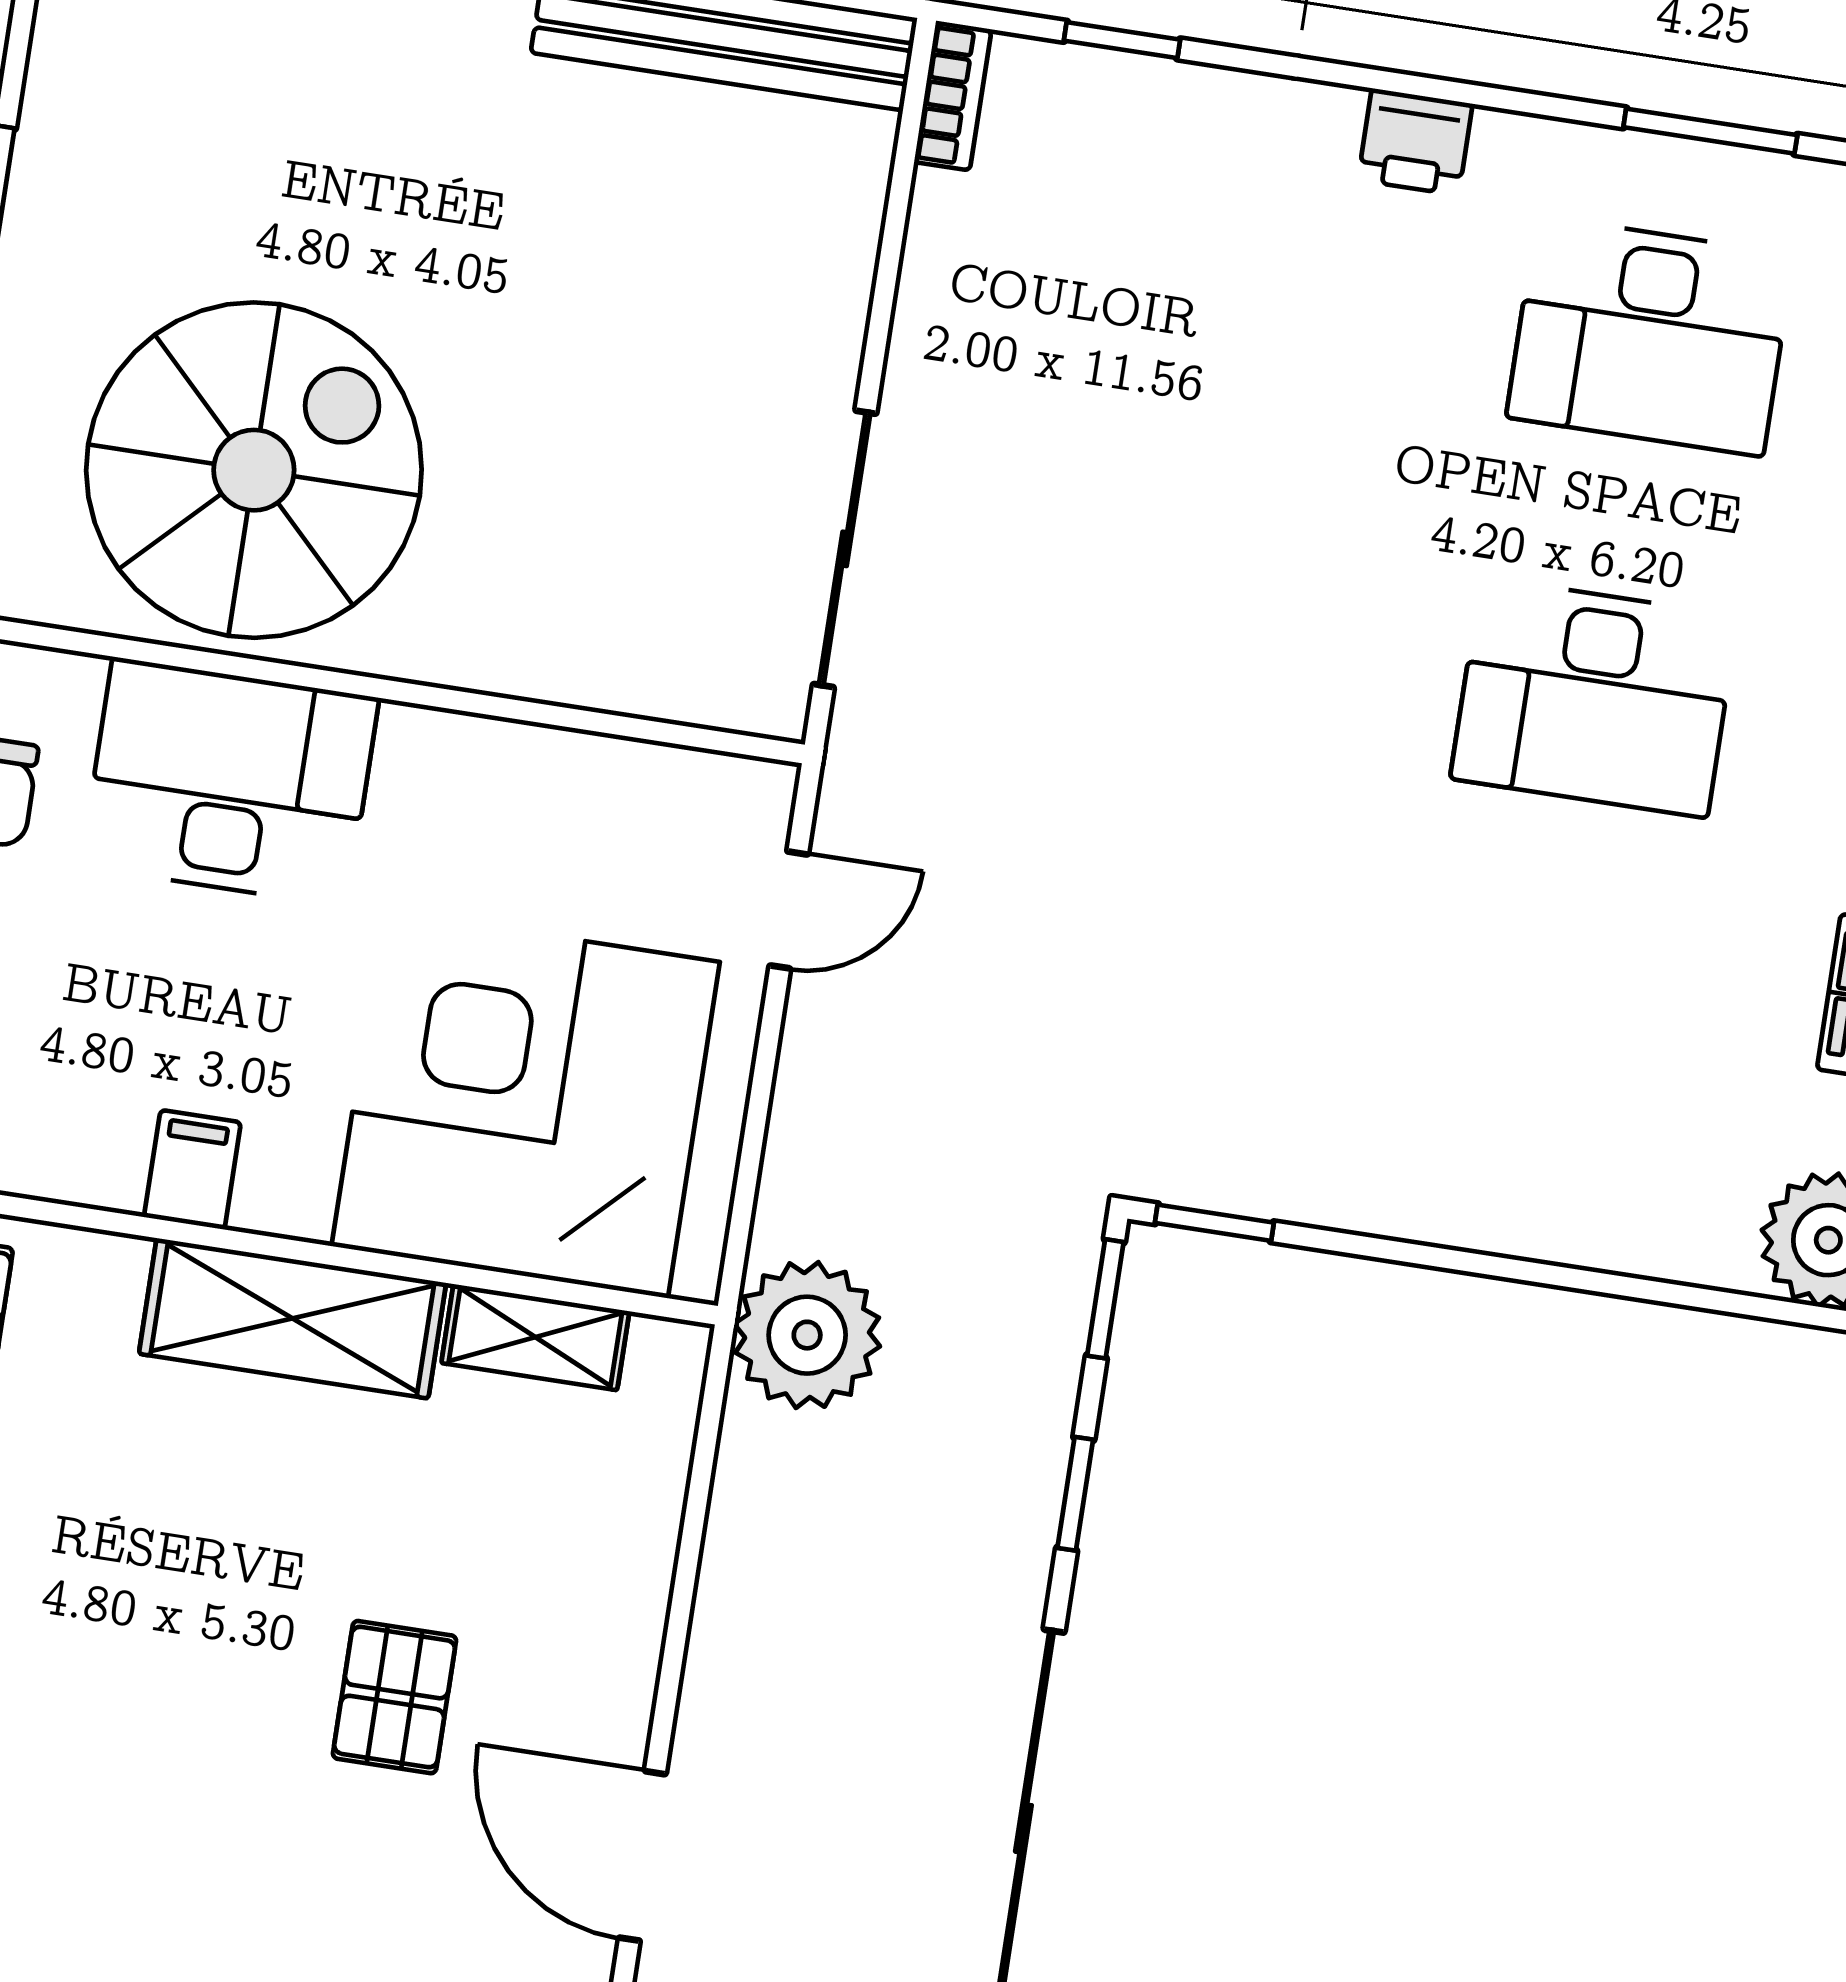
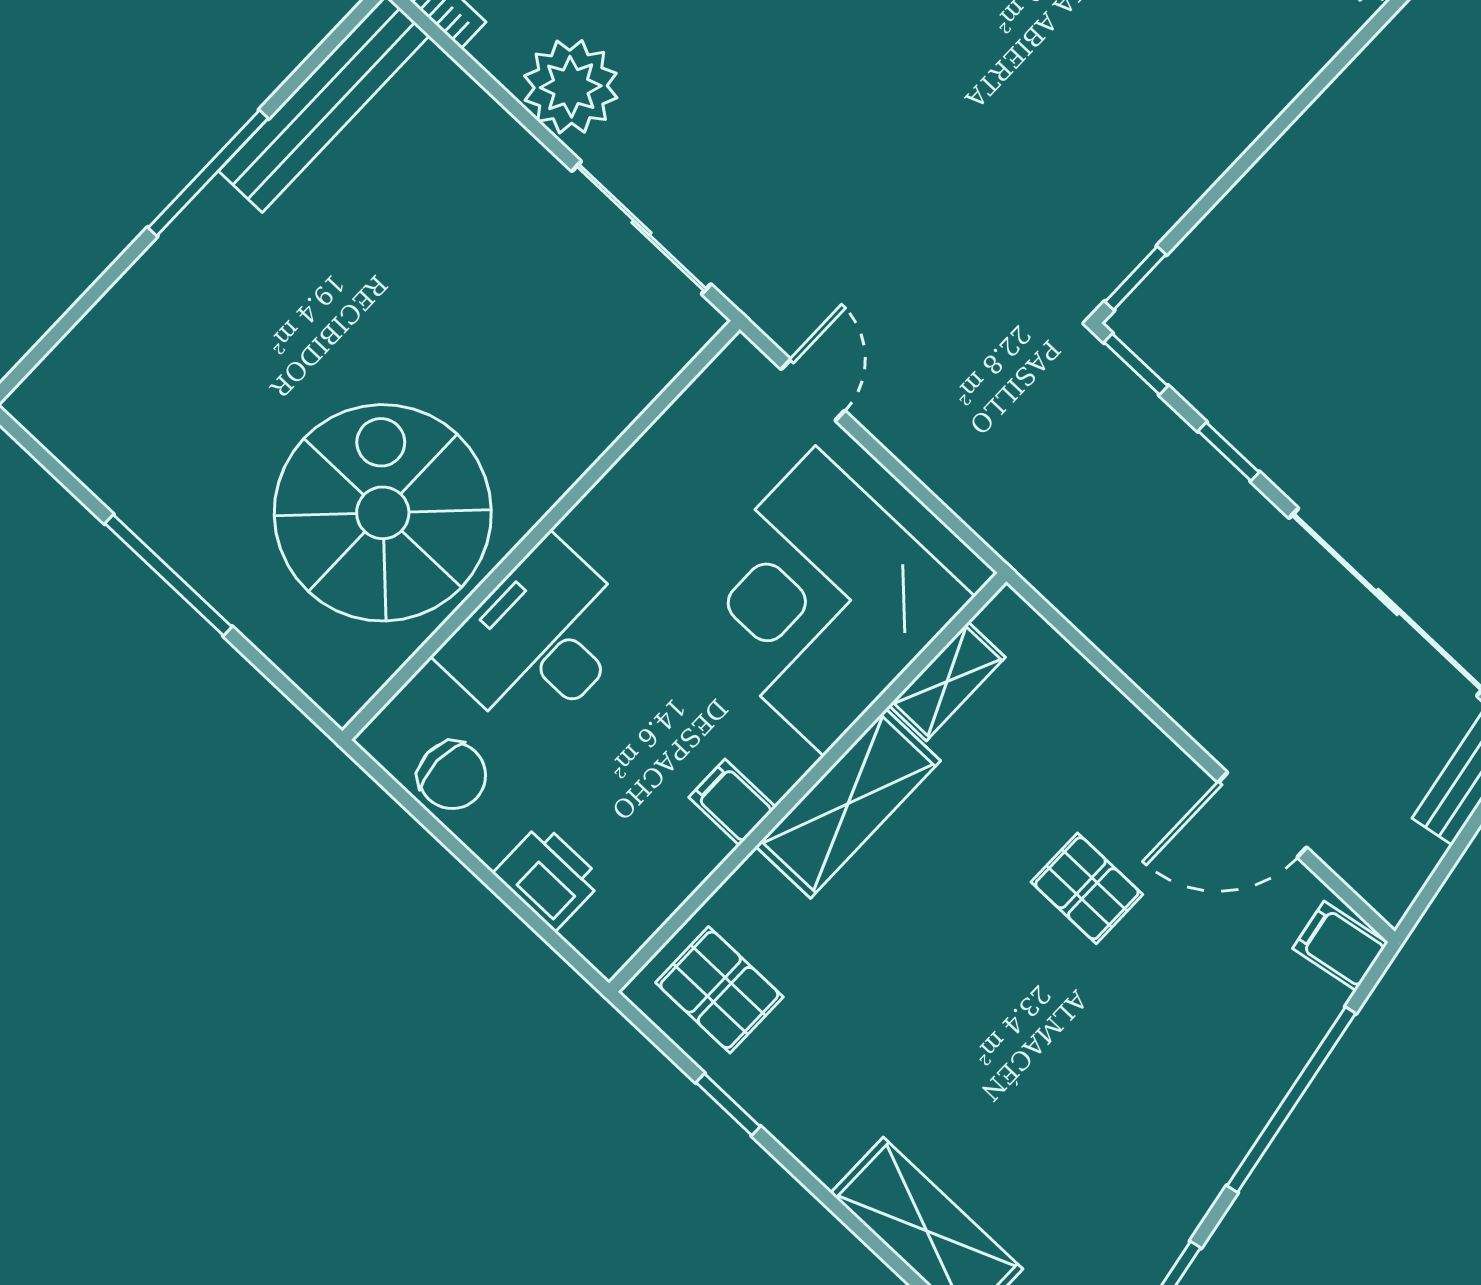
plant: (807, 1335) -> (571, 87), moved

